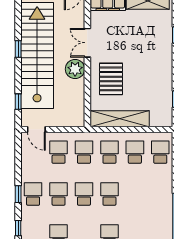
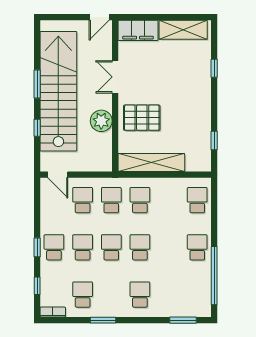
window: (18, 49) -> (37, 84), width x1.50
plant: (75, 69) -> (101, 121), moved
pallet: (111, 79) -> (142, 118), turned 90
window: (18, 102) -> (37, 128), moved
school desk: (135, 152) -> (197, 247), moved

